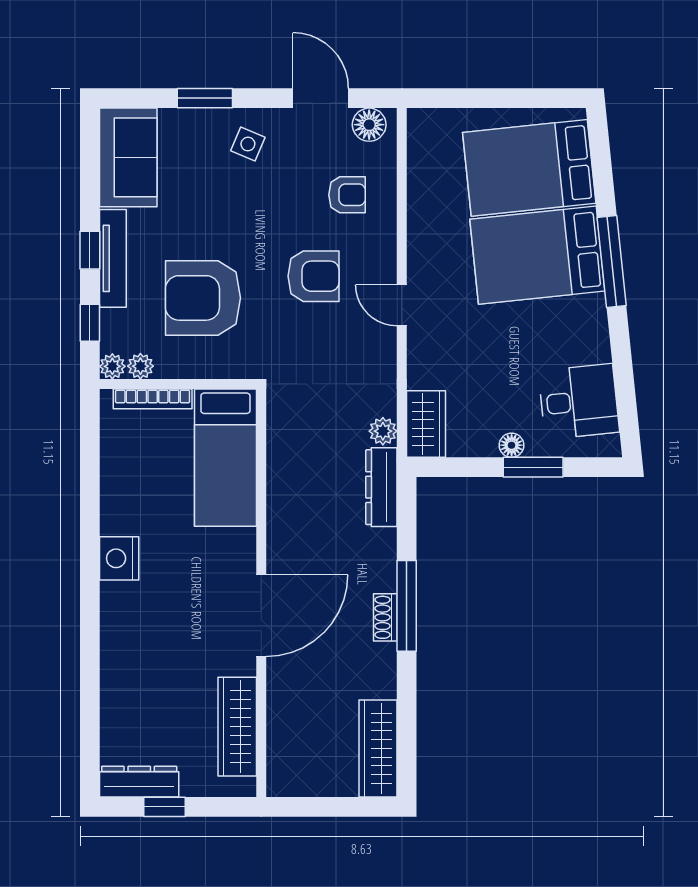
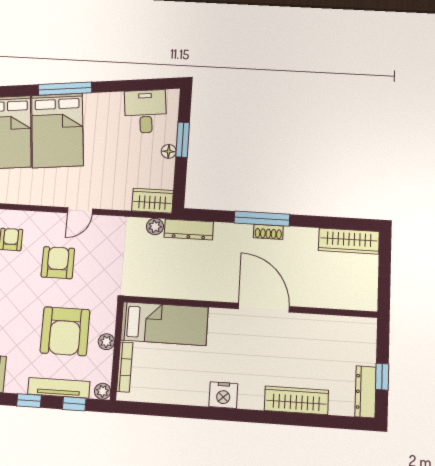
tv unit: (113, 258) -> (59, 388), moved
plant: (140, 366) -> (106, 342), moved
wardrobe: (237, 727) -> (296, 400), moved, turned 180

